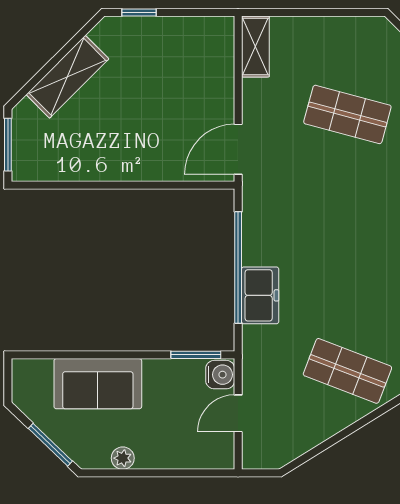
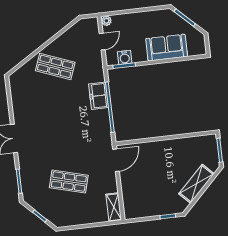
water cooler: (220, 375) -> (125, 57), moved, turned -90
plant: (123, 458) -> (106, 21), moved

